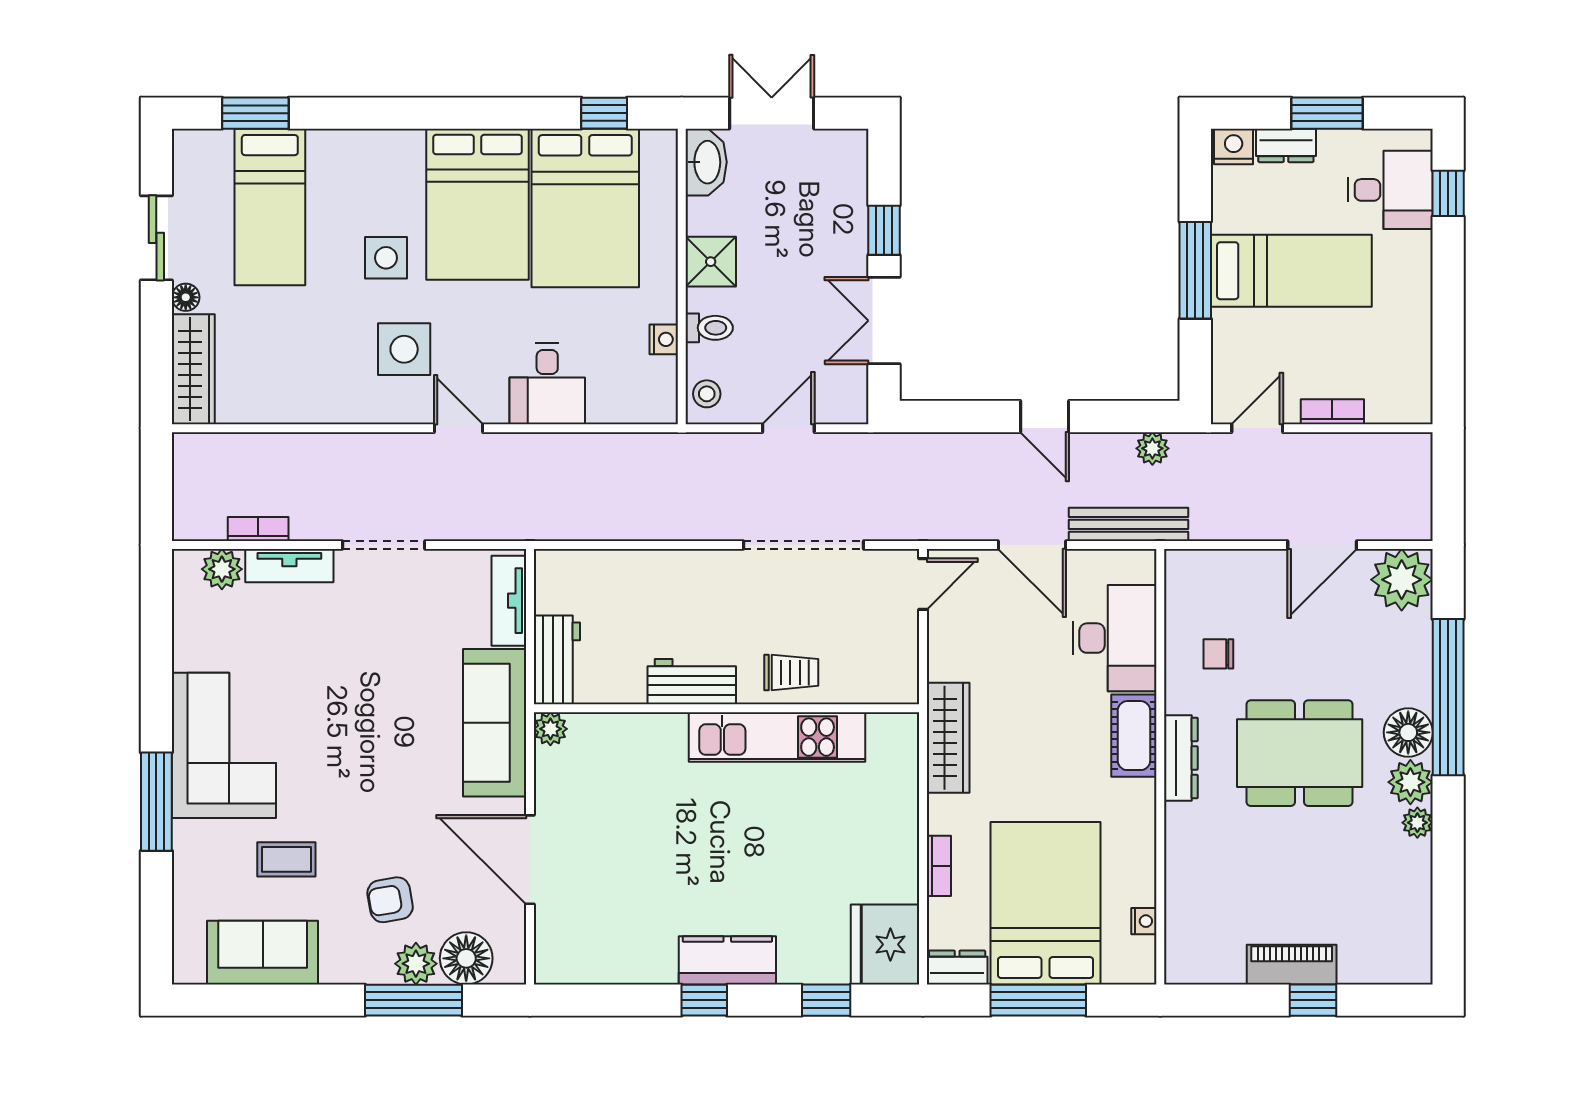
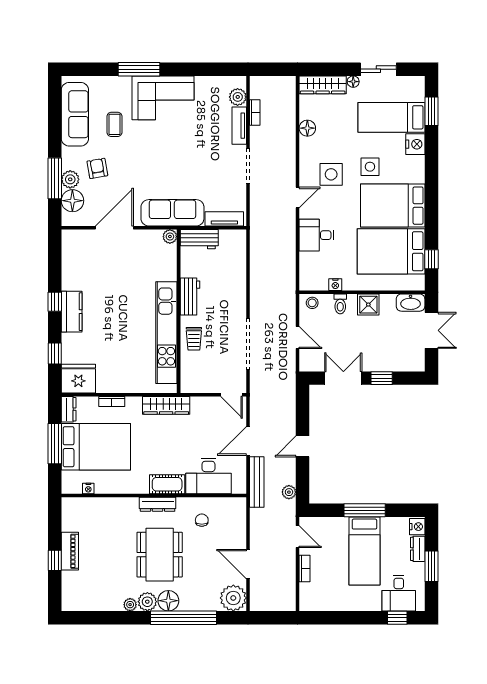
nightstand: (333, 151) -> (415, 144), added
floor lamp: (295, 405) -> (307, 128), added
kitchen unit: (777, 737) -> (166, 333), width x1.36
sofa: (263, 953) -> (75, 114), width x1.36

